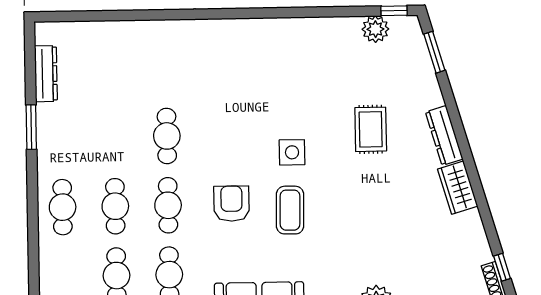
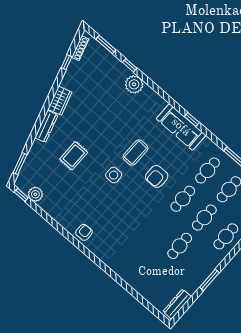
armchair: (262, 37) -> (84, 232), added
dresser: (46, 74) -> (177, 304), moved
cafe table: (167, 136) -> (180, 246), moved
window: (502, 267) -> (67, 62), moved

